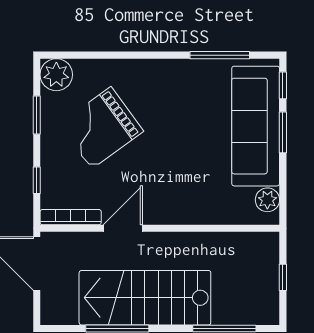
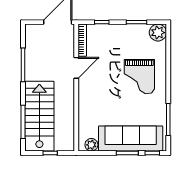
grand piano: (101, 128) -> (139, 77), moved, turned -144
door: (123, 228) -> (76, 68), hinge flipped
stairs: (145, 298) -> (39, 116), moved

